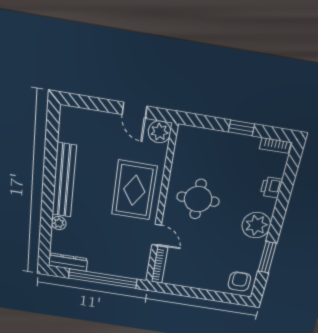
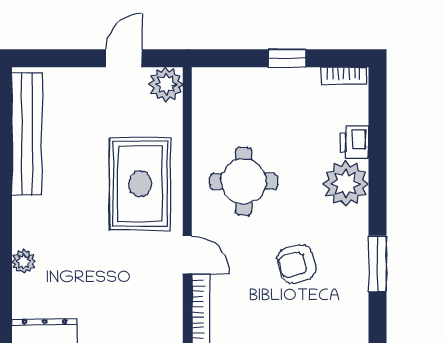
door: (134, 110) -> (124, 58), swing flipped
bench: (64, 181) -> (27, 134), moved
plant: (256, 225) -> (346, 183), moved
armchair: (239, 281) -> (297, 264), moved, turned -105

